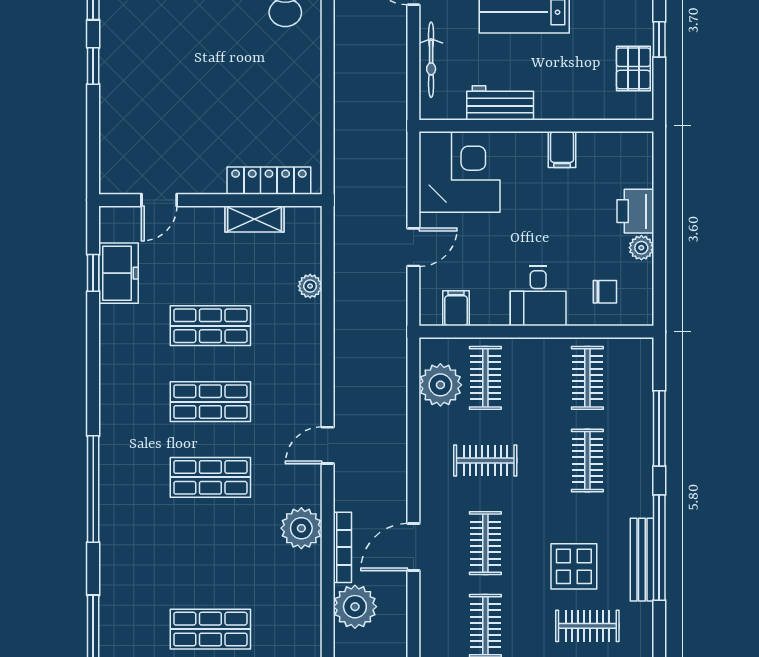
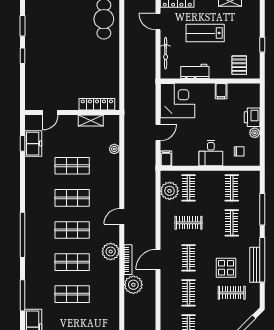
pallet: (633, 68) -> (239, 65), moved
filing cabinet: (456, 308) -> (166, 158), moved
shop shelf: (210, 553) -> (72, 262), added

